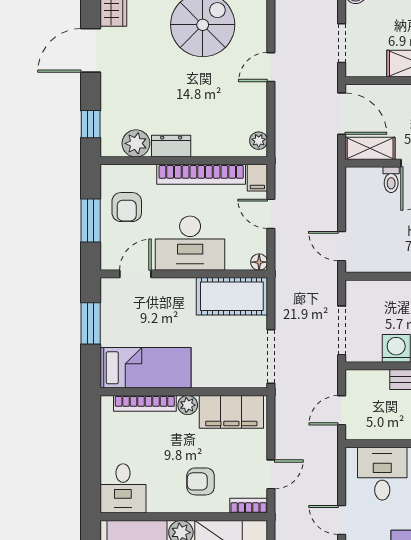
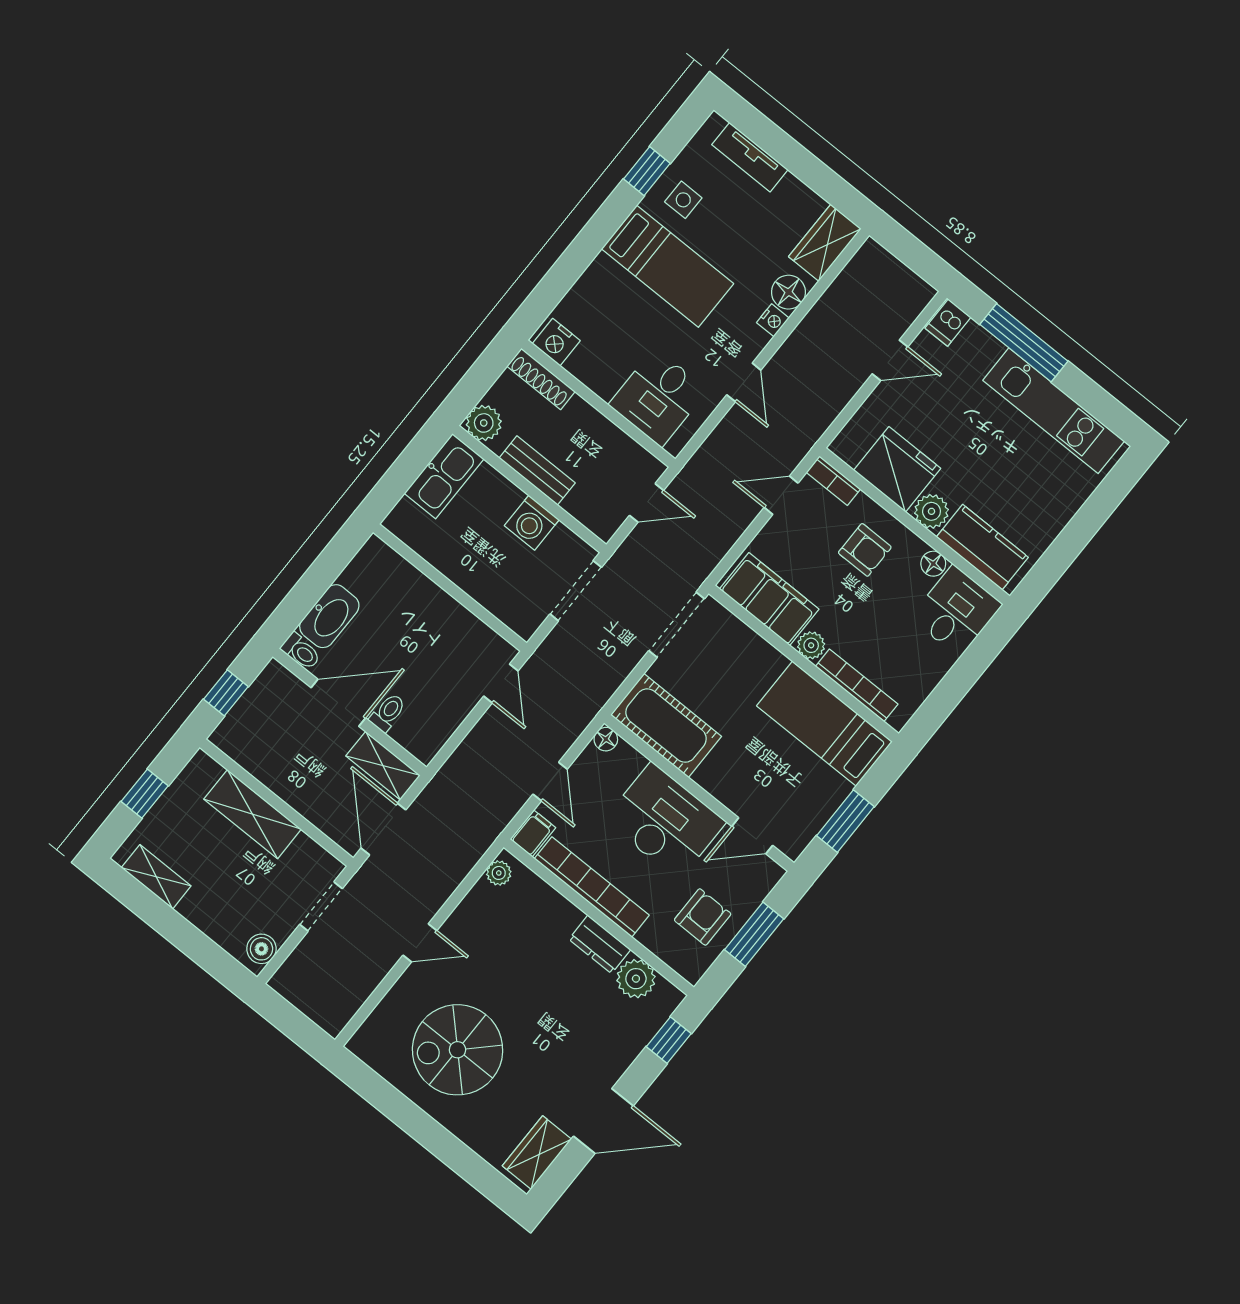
floor lamp: (157, 504) -> (933, 564), added

